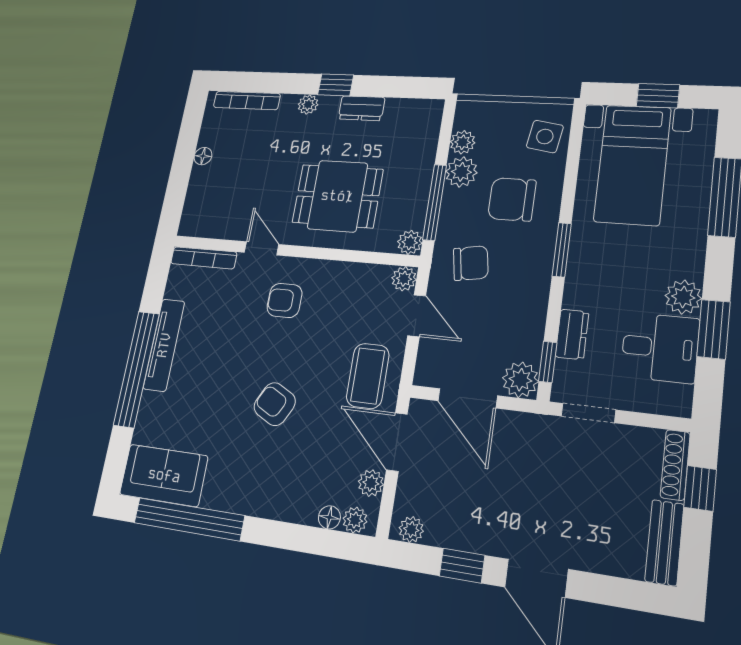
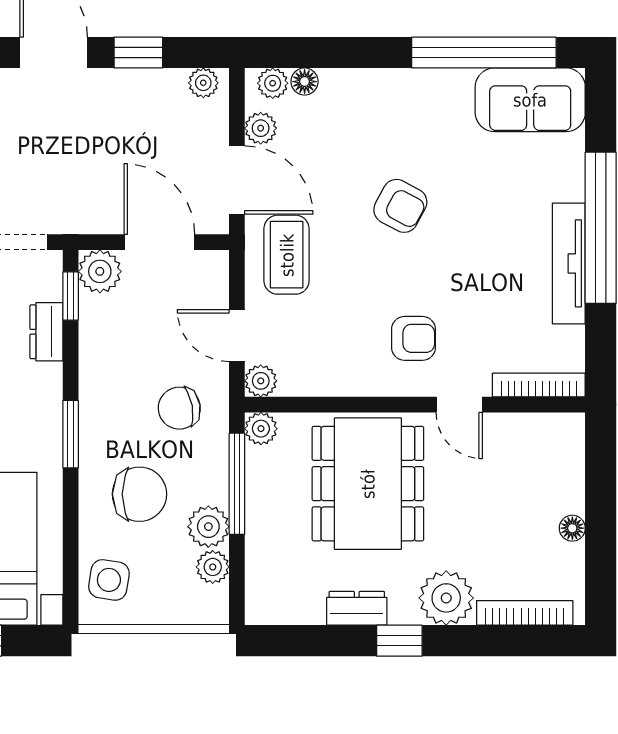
plant: (308, 104) -> (446, 598), width x1.88, depth x1.88
dining table: (337, 196) -> (368, 484), width x1.38

